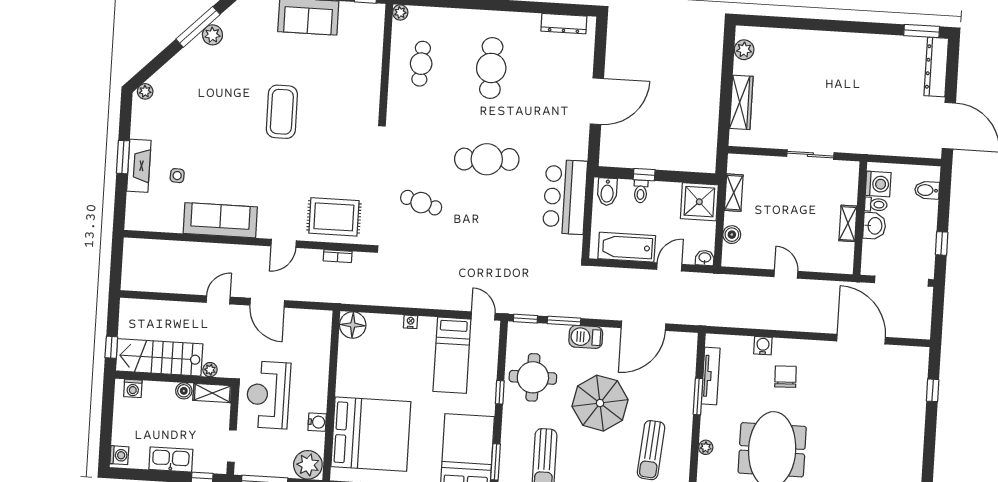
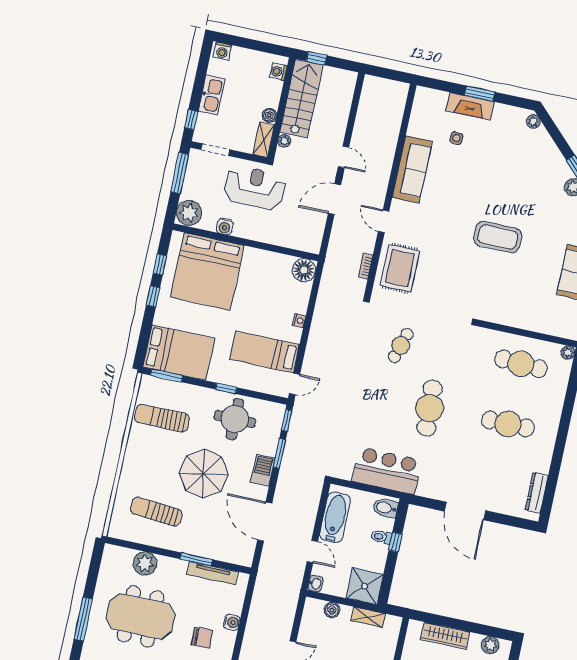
cafe table: (421, 64) -> (521, 364), width x1.37, depth x1.35
plant: (706, 447) -> (145, 563), width x1.88, depth x1.88

